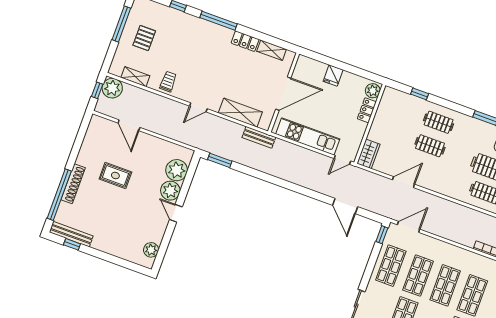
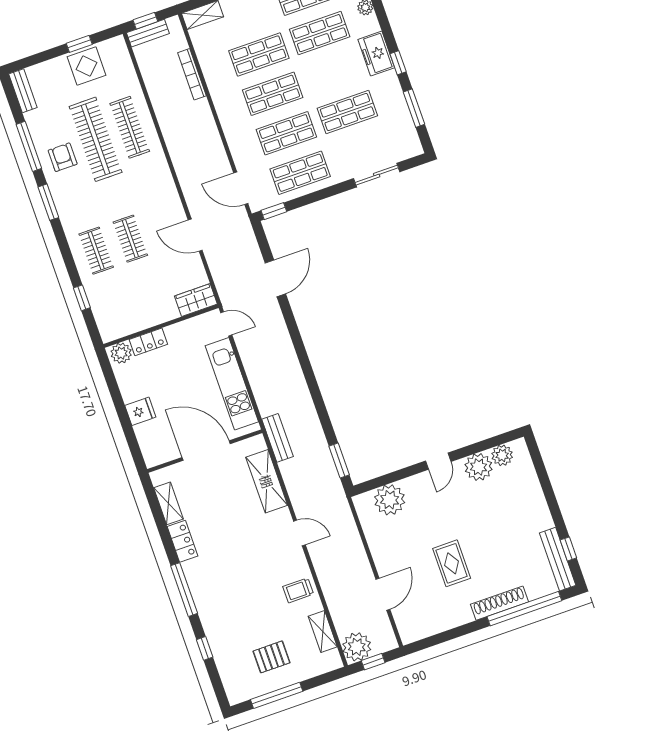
plant: (170, 191) -> (479, 467), moved

